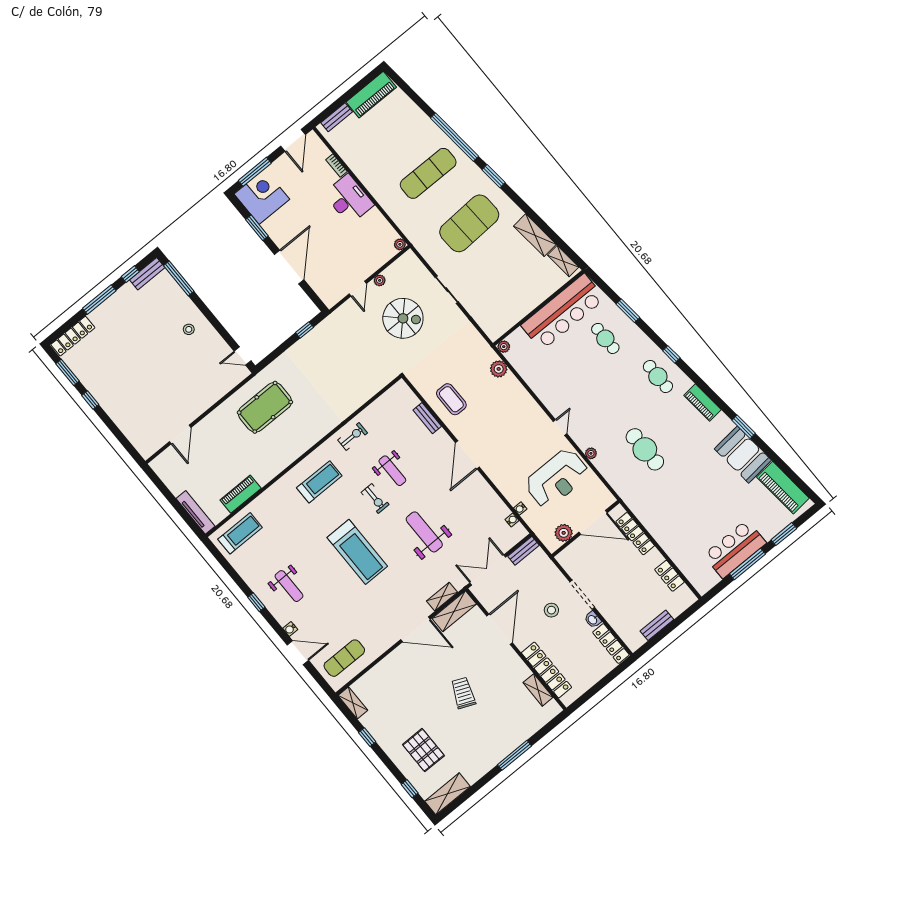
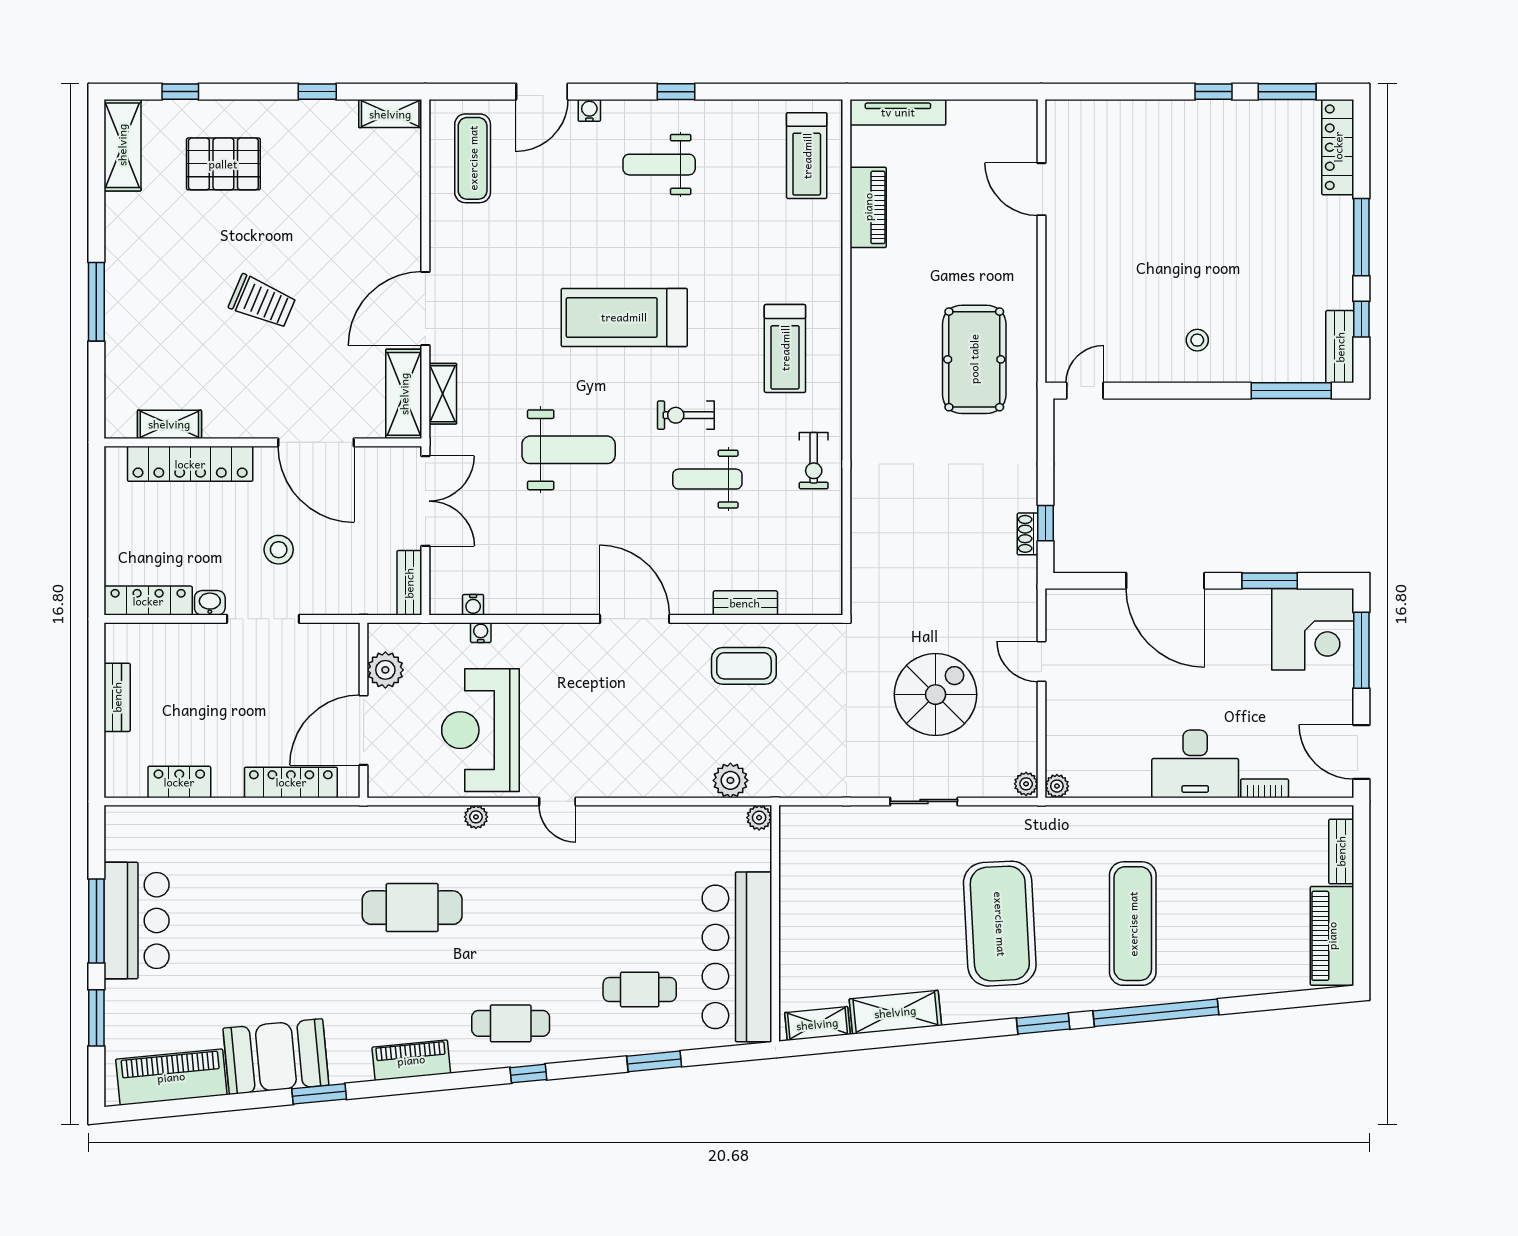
plant: (380, 280) -> (1026, 784), moved
spiral stairs: (403, 318) -> (936, 695), turned 180
shoe rack: (314, 333) -> (1028, 534), added

